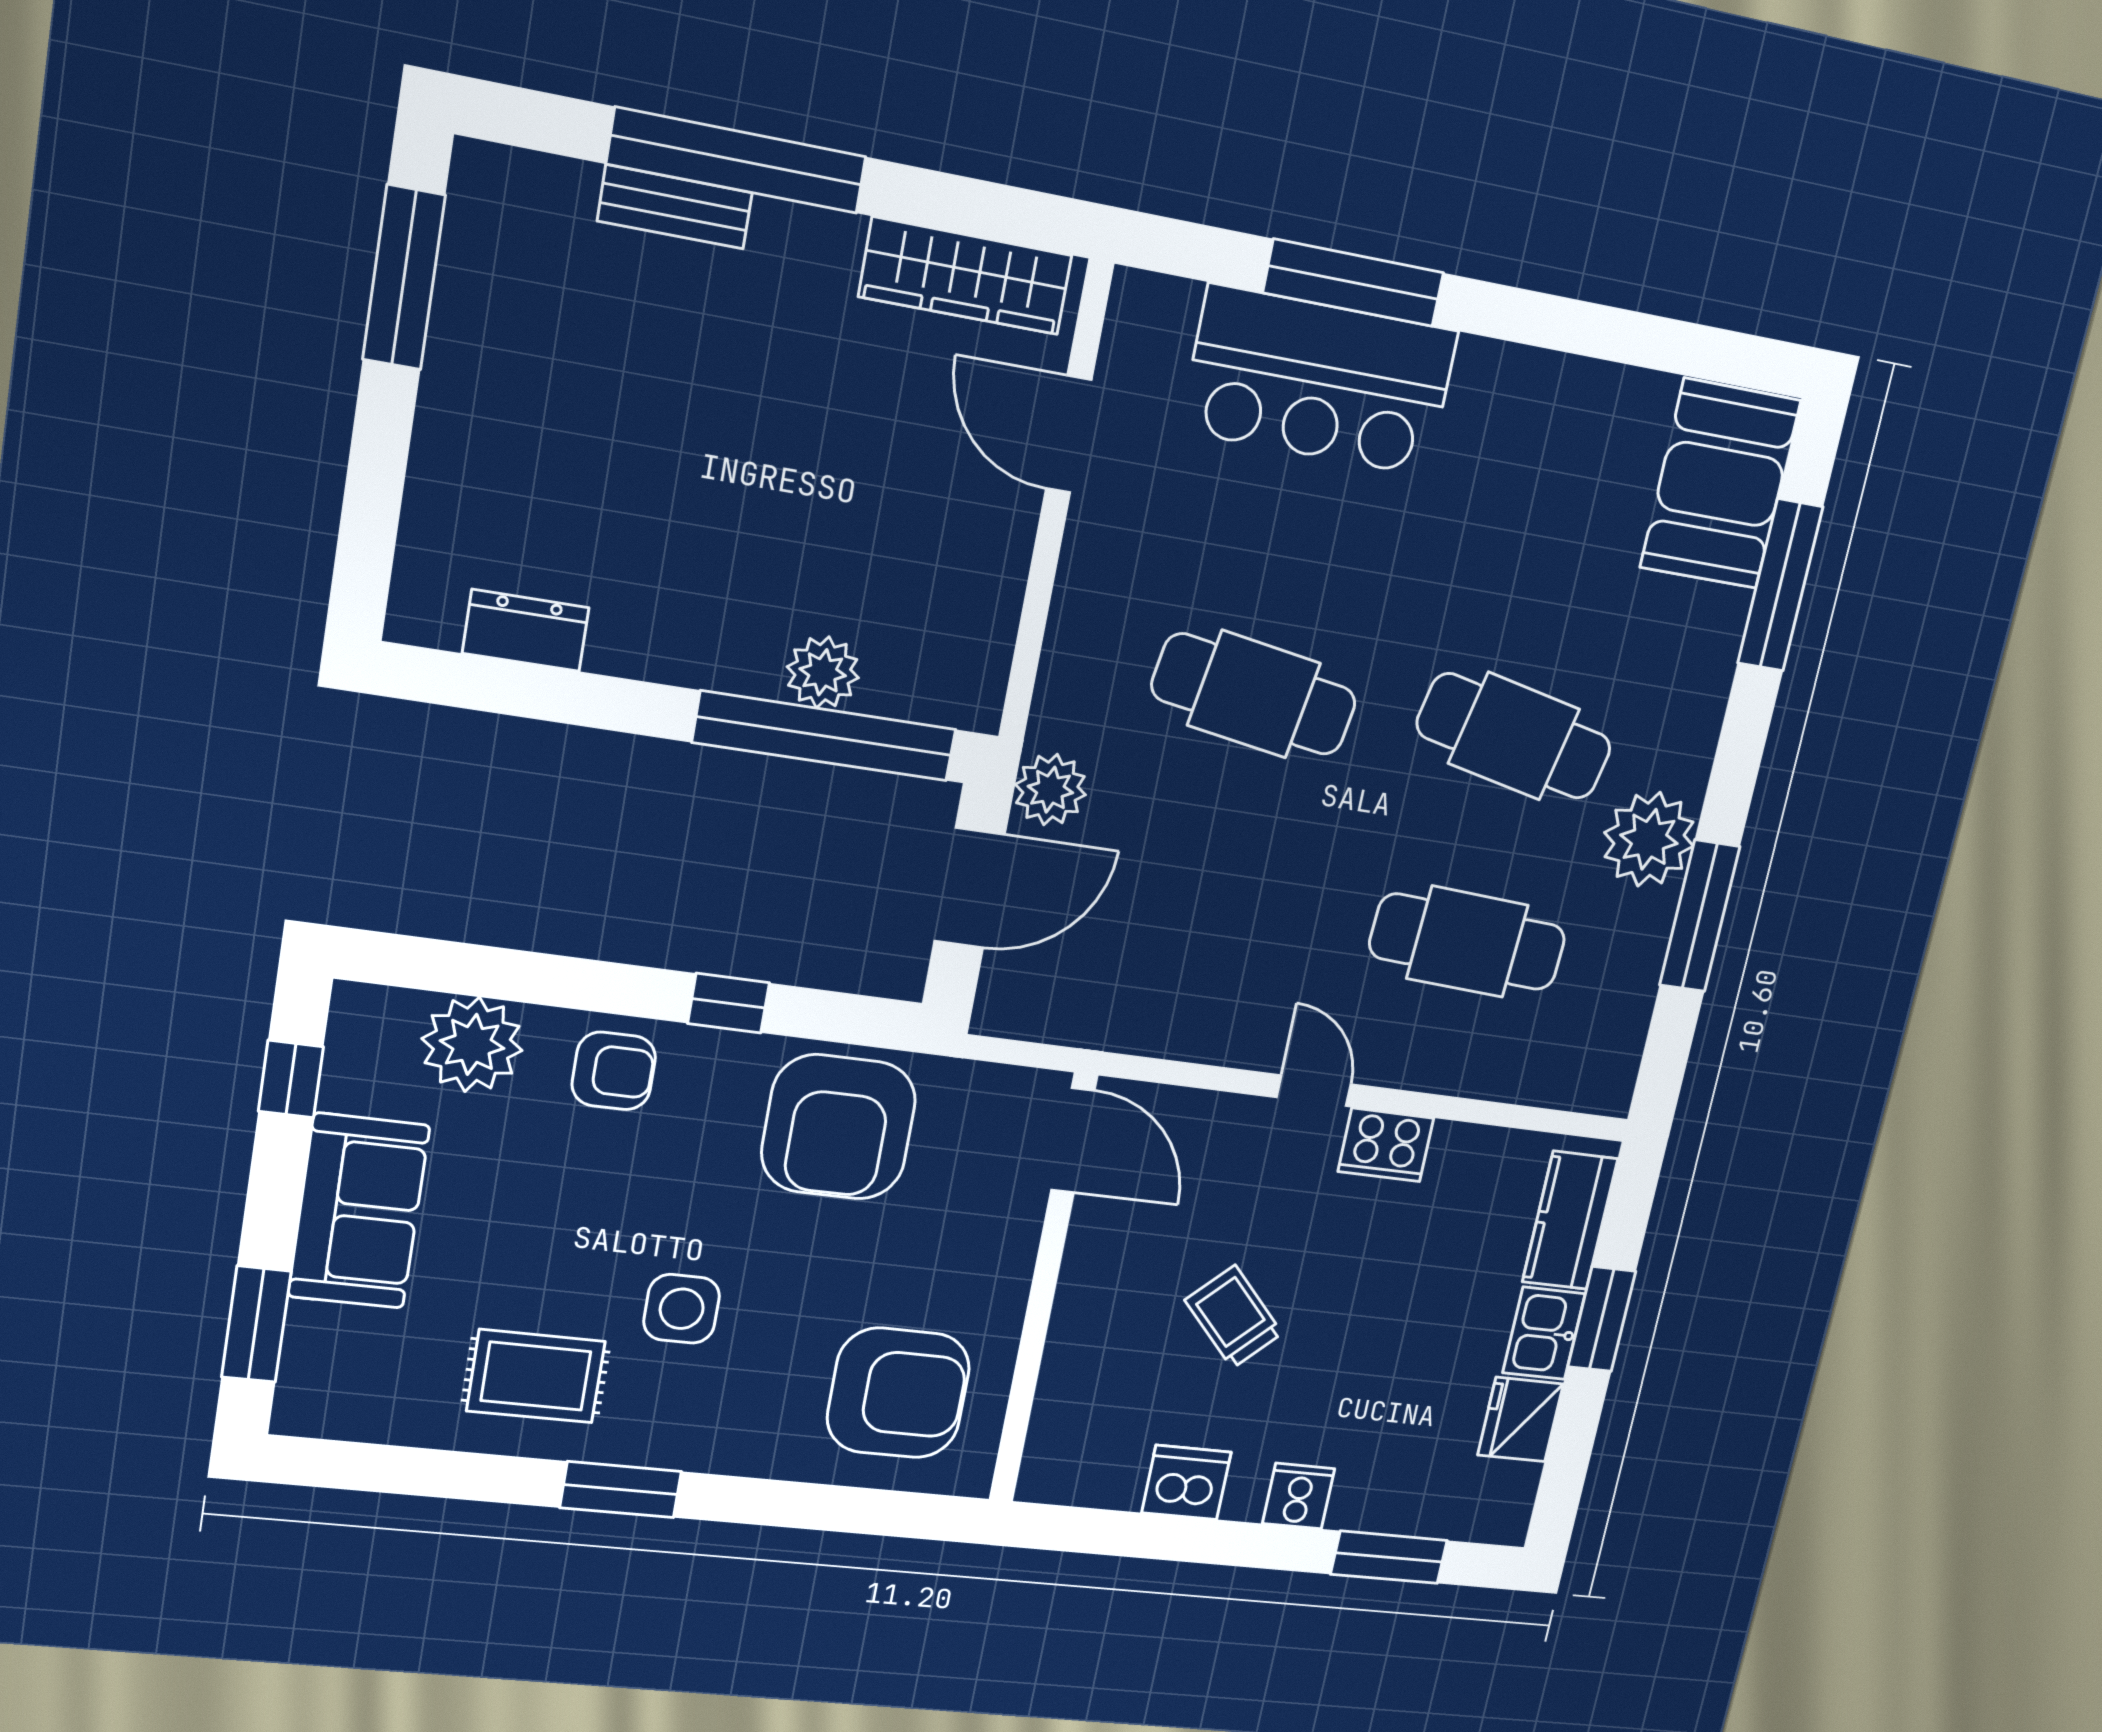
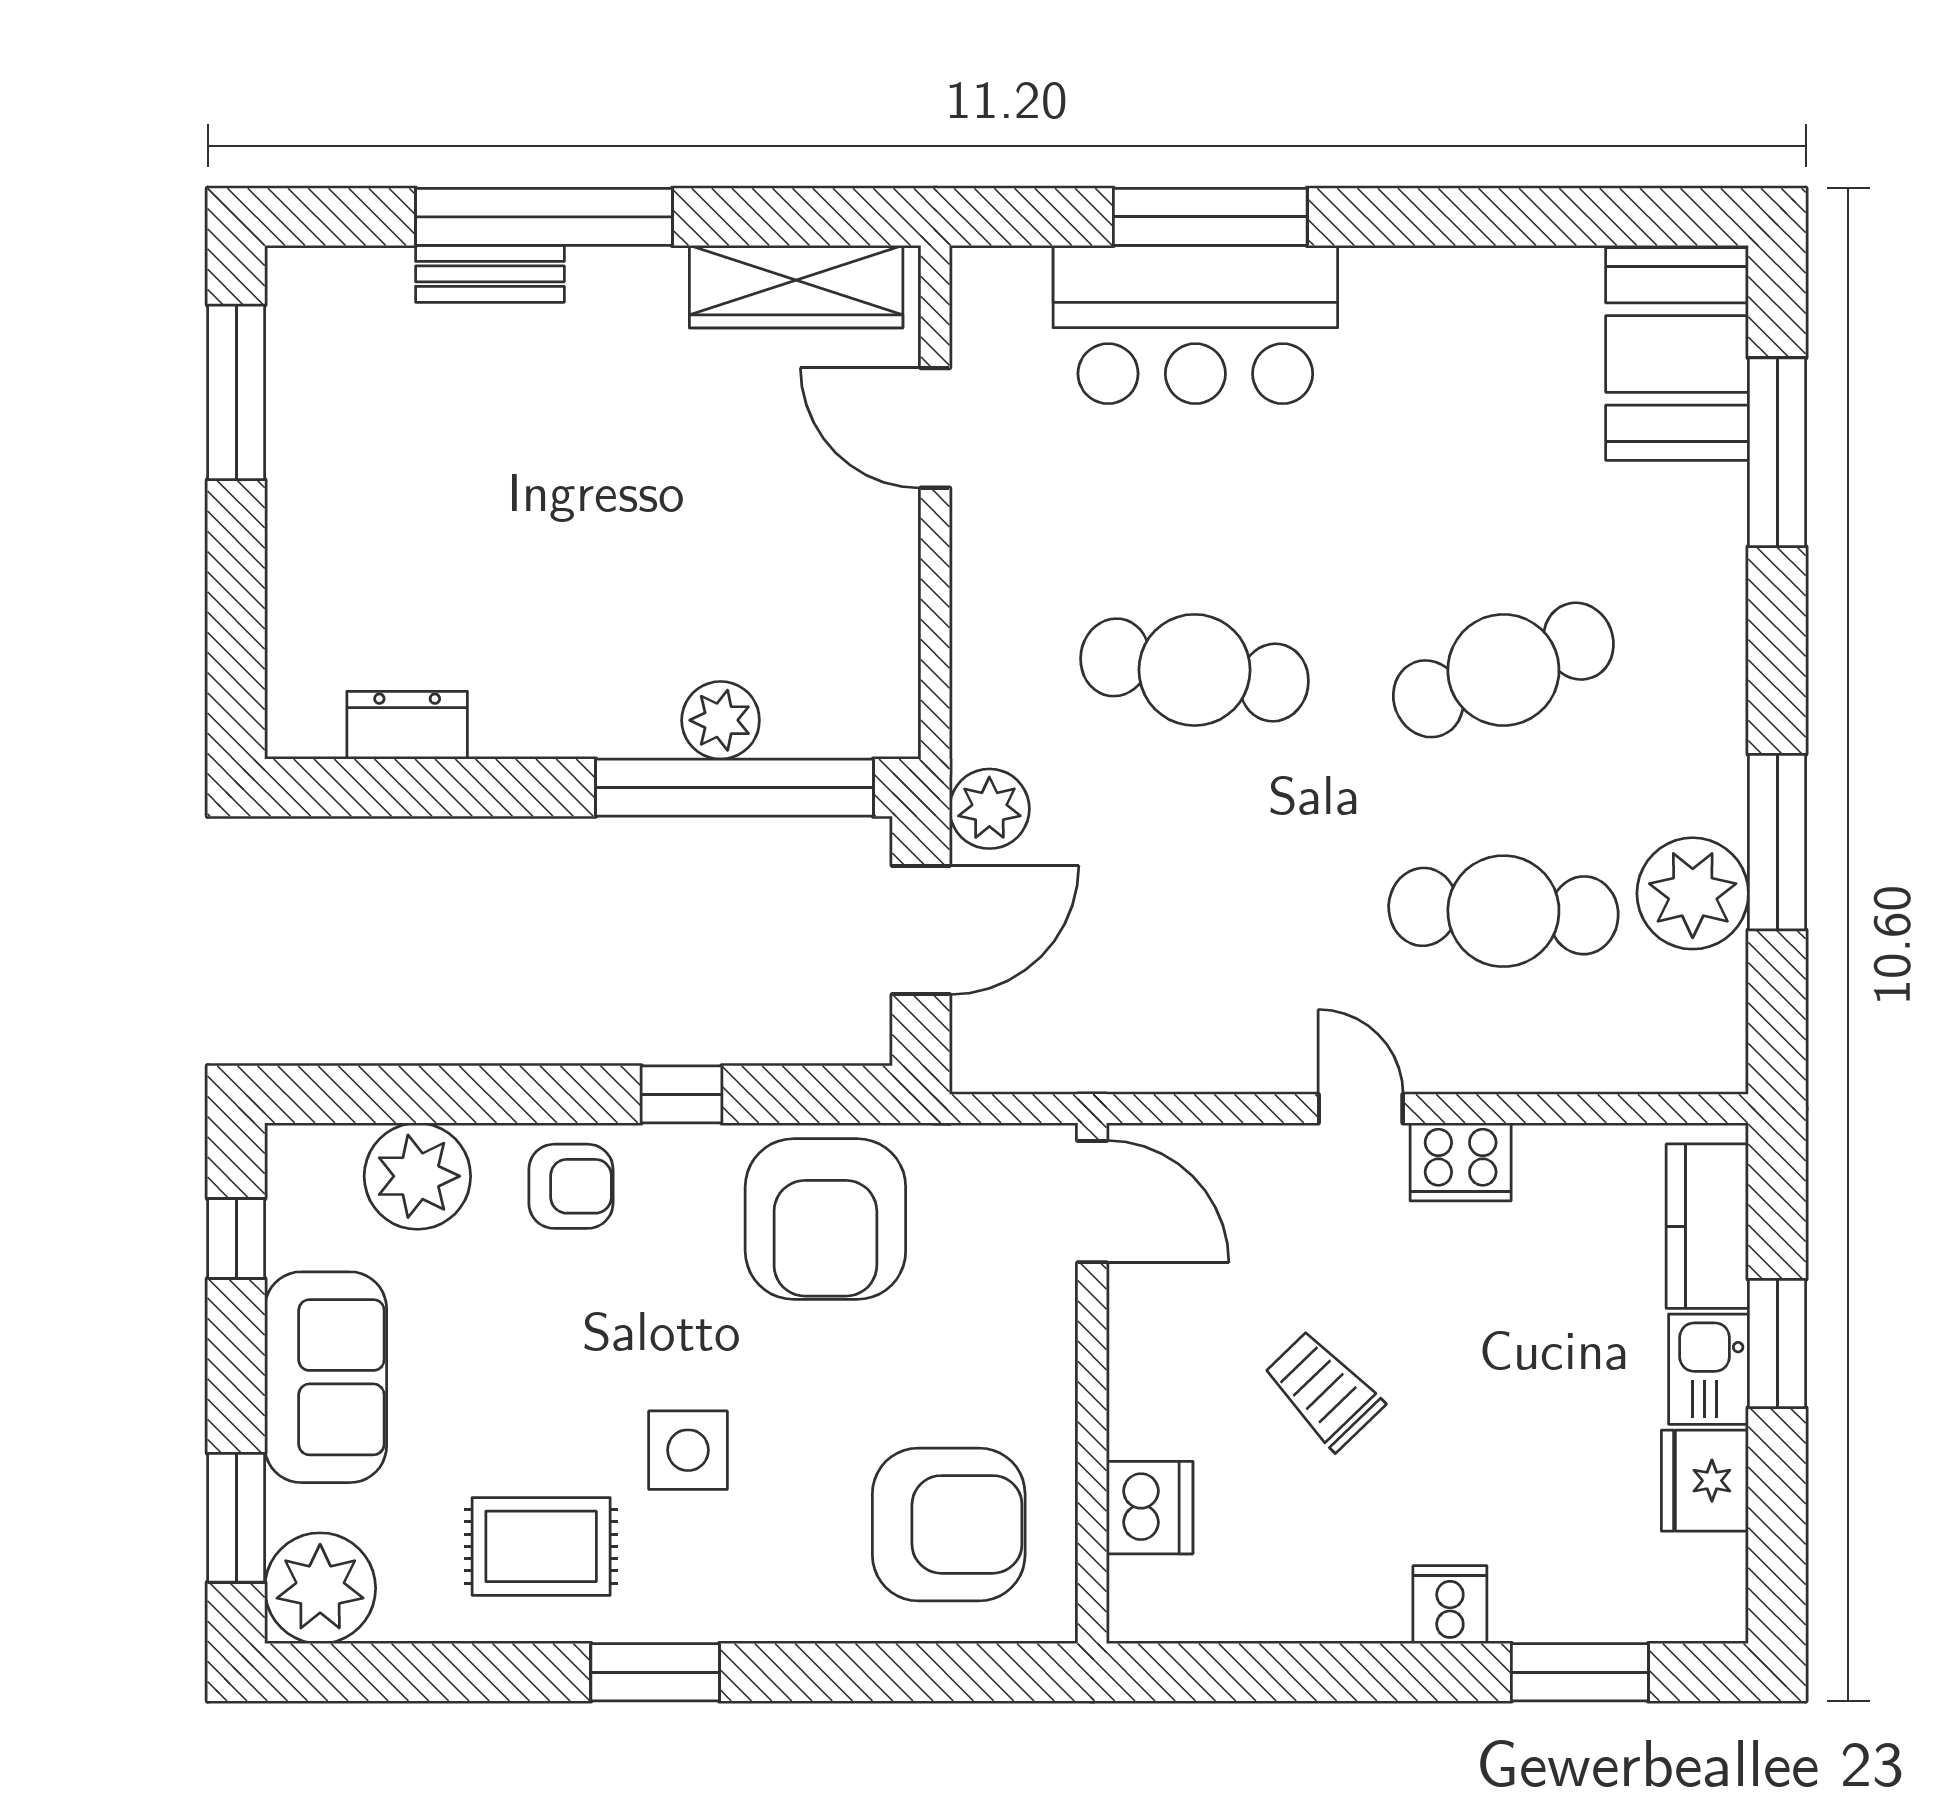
cafe table: (1514, 736) -> (1503, 670), turned -33
plant: (1649, 839) -> (1693, 893), moved
plant: (327, 1392) -> (320, 1588), added
dishwasher: (1186, 1482) -> (1150, 1508), moved, turned 90

